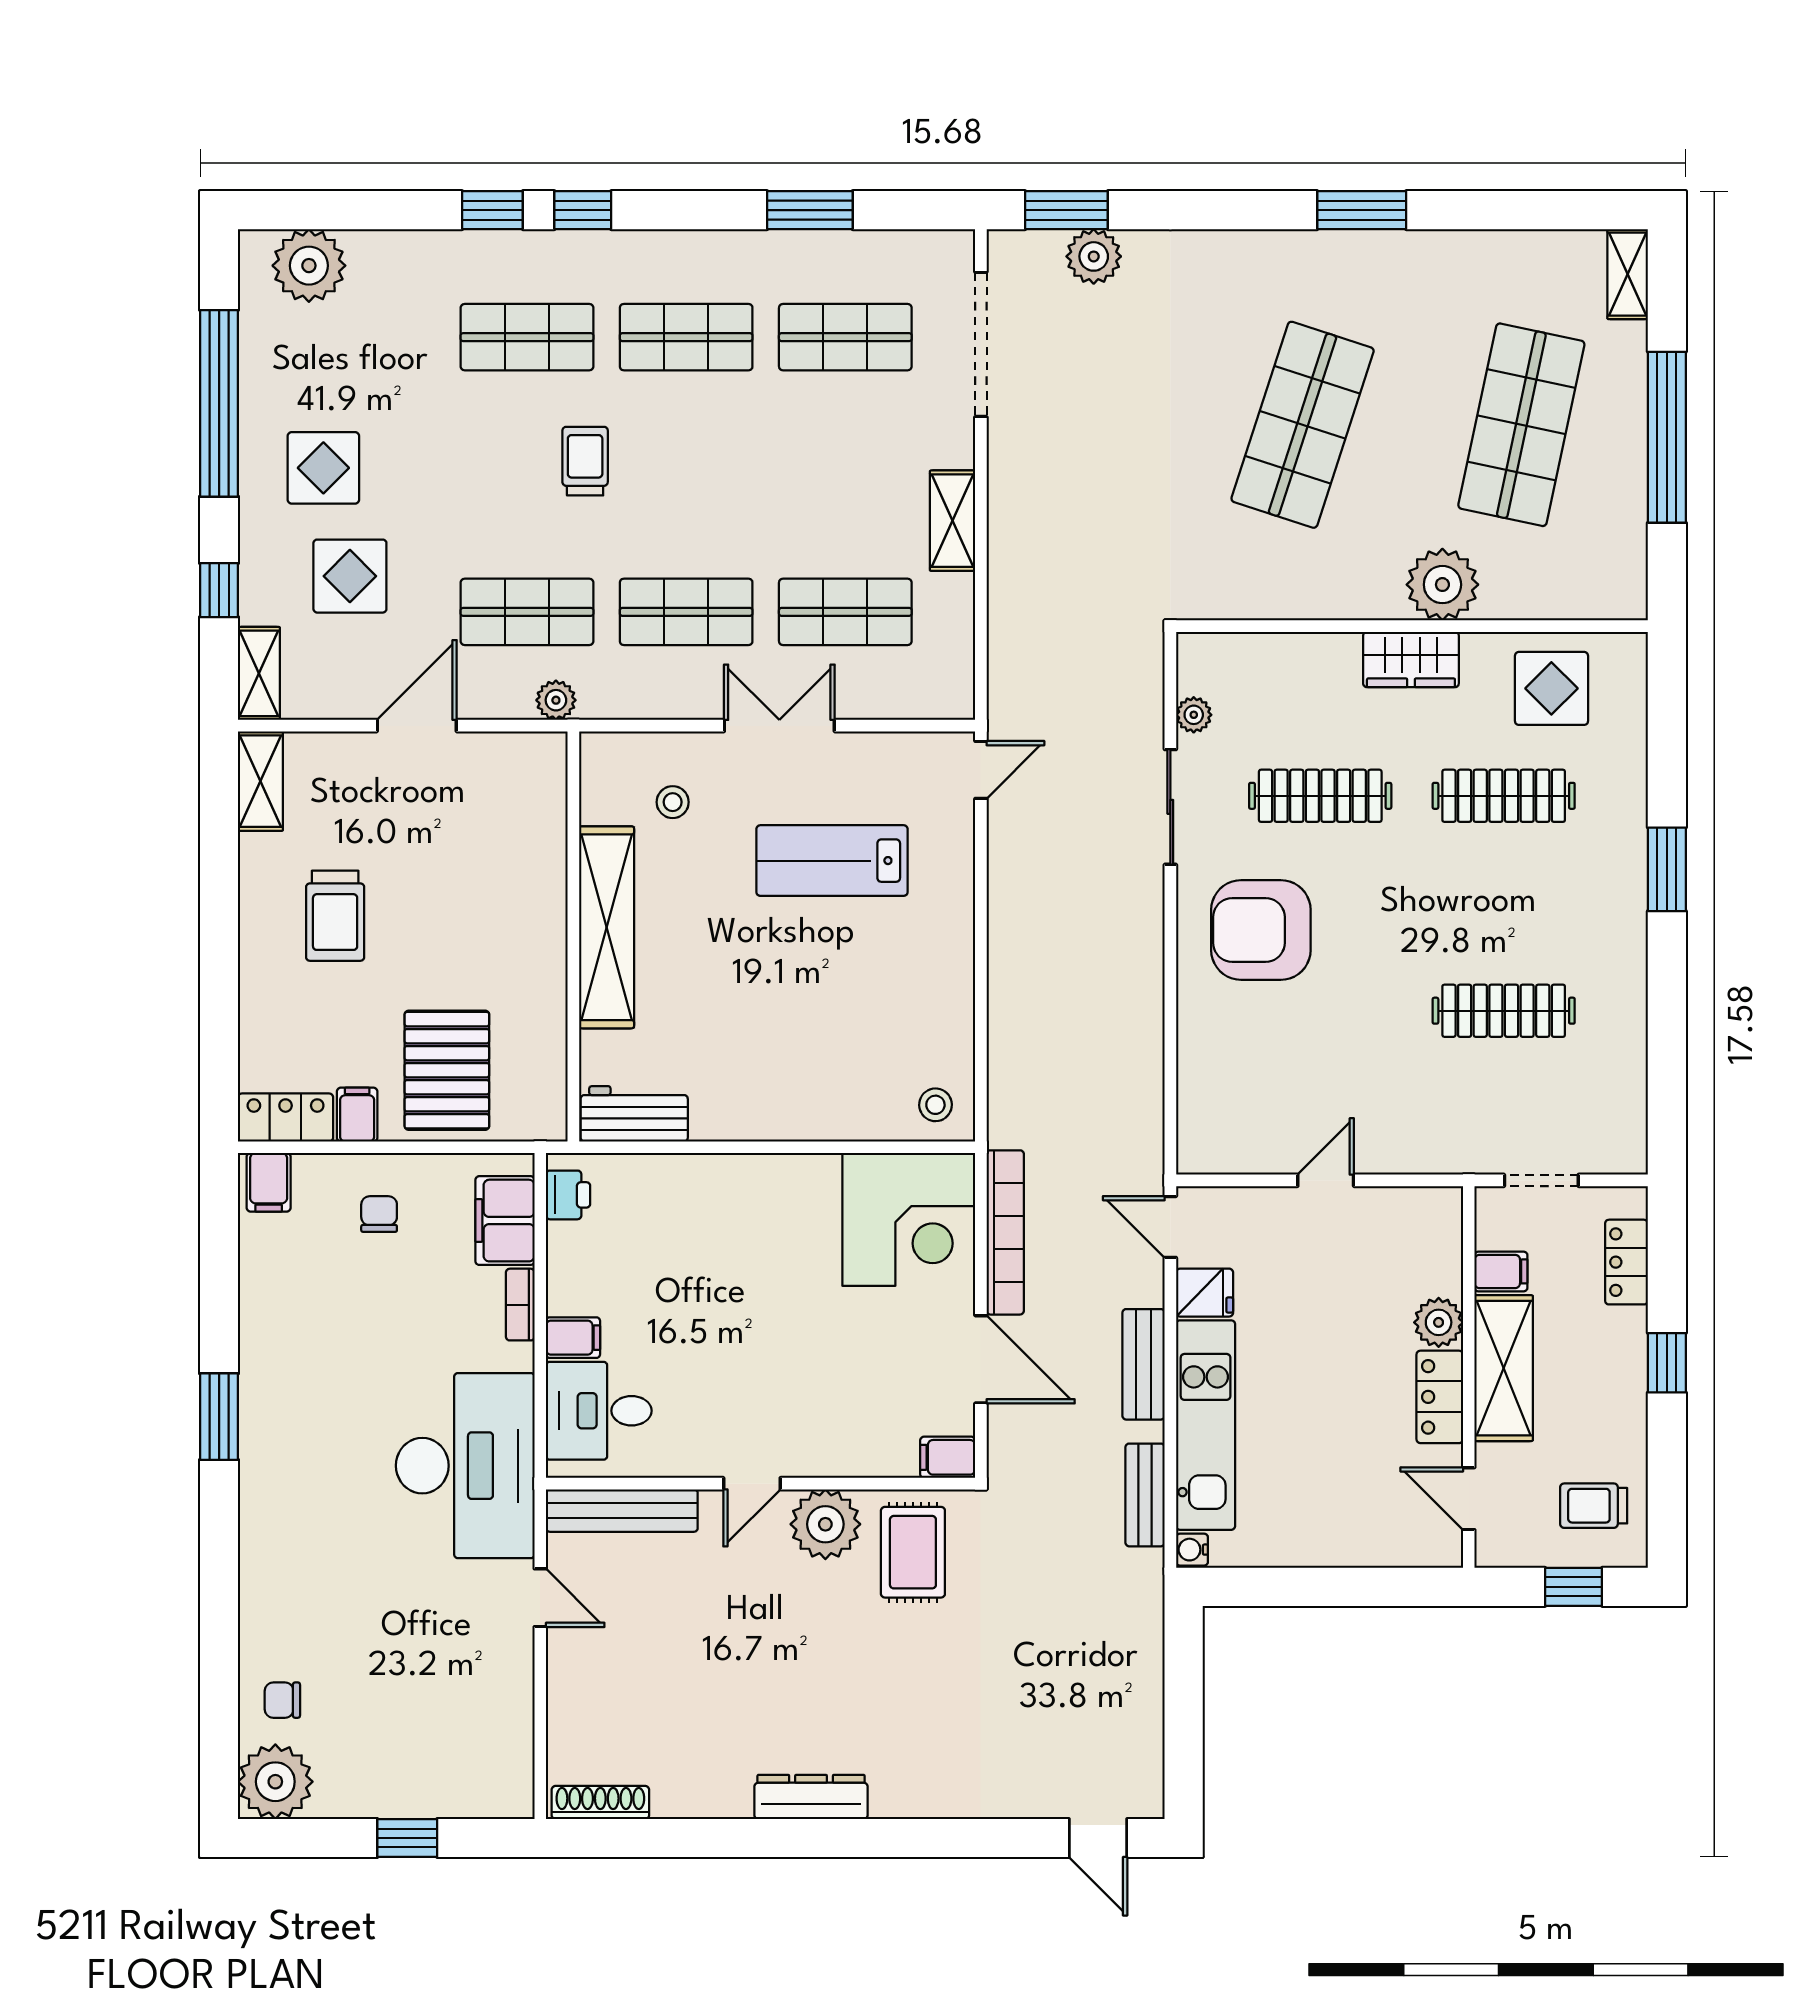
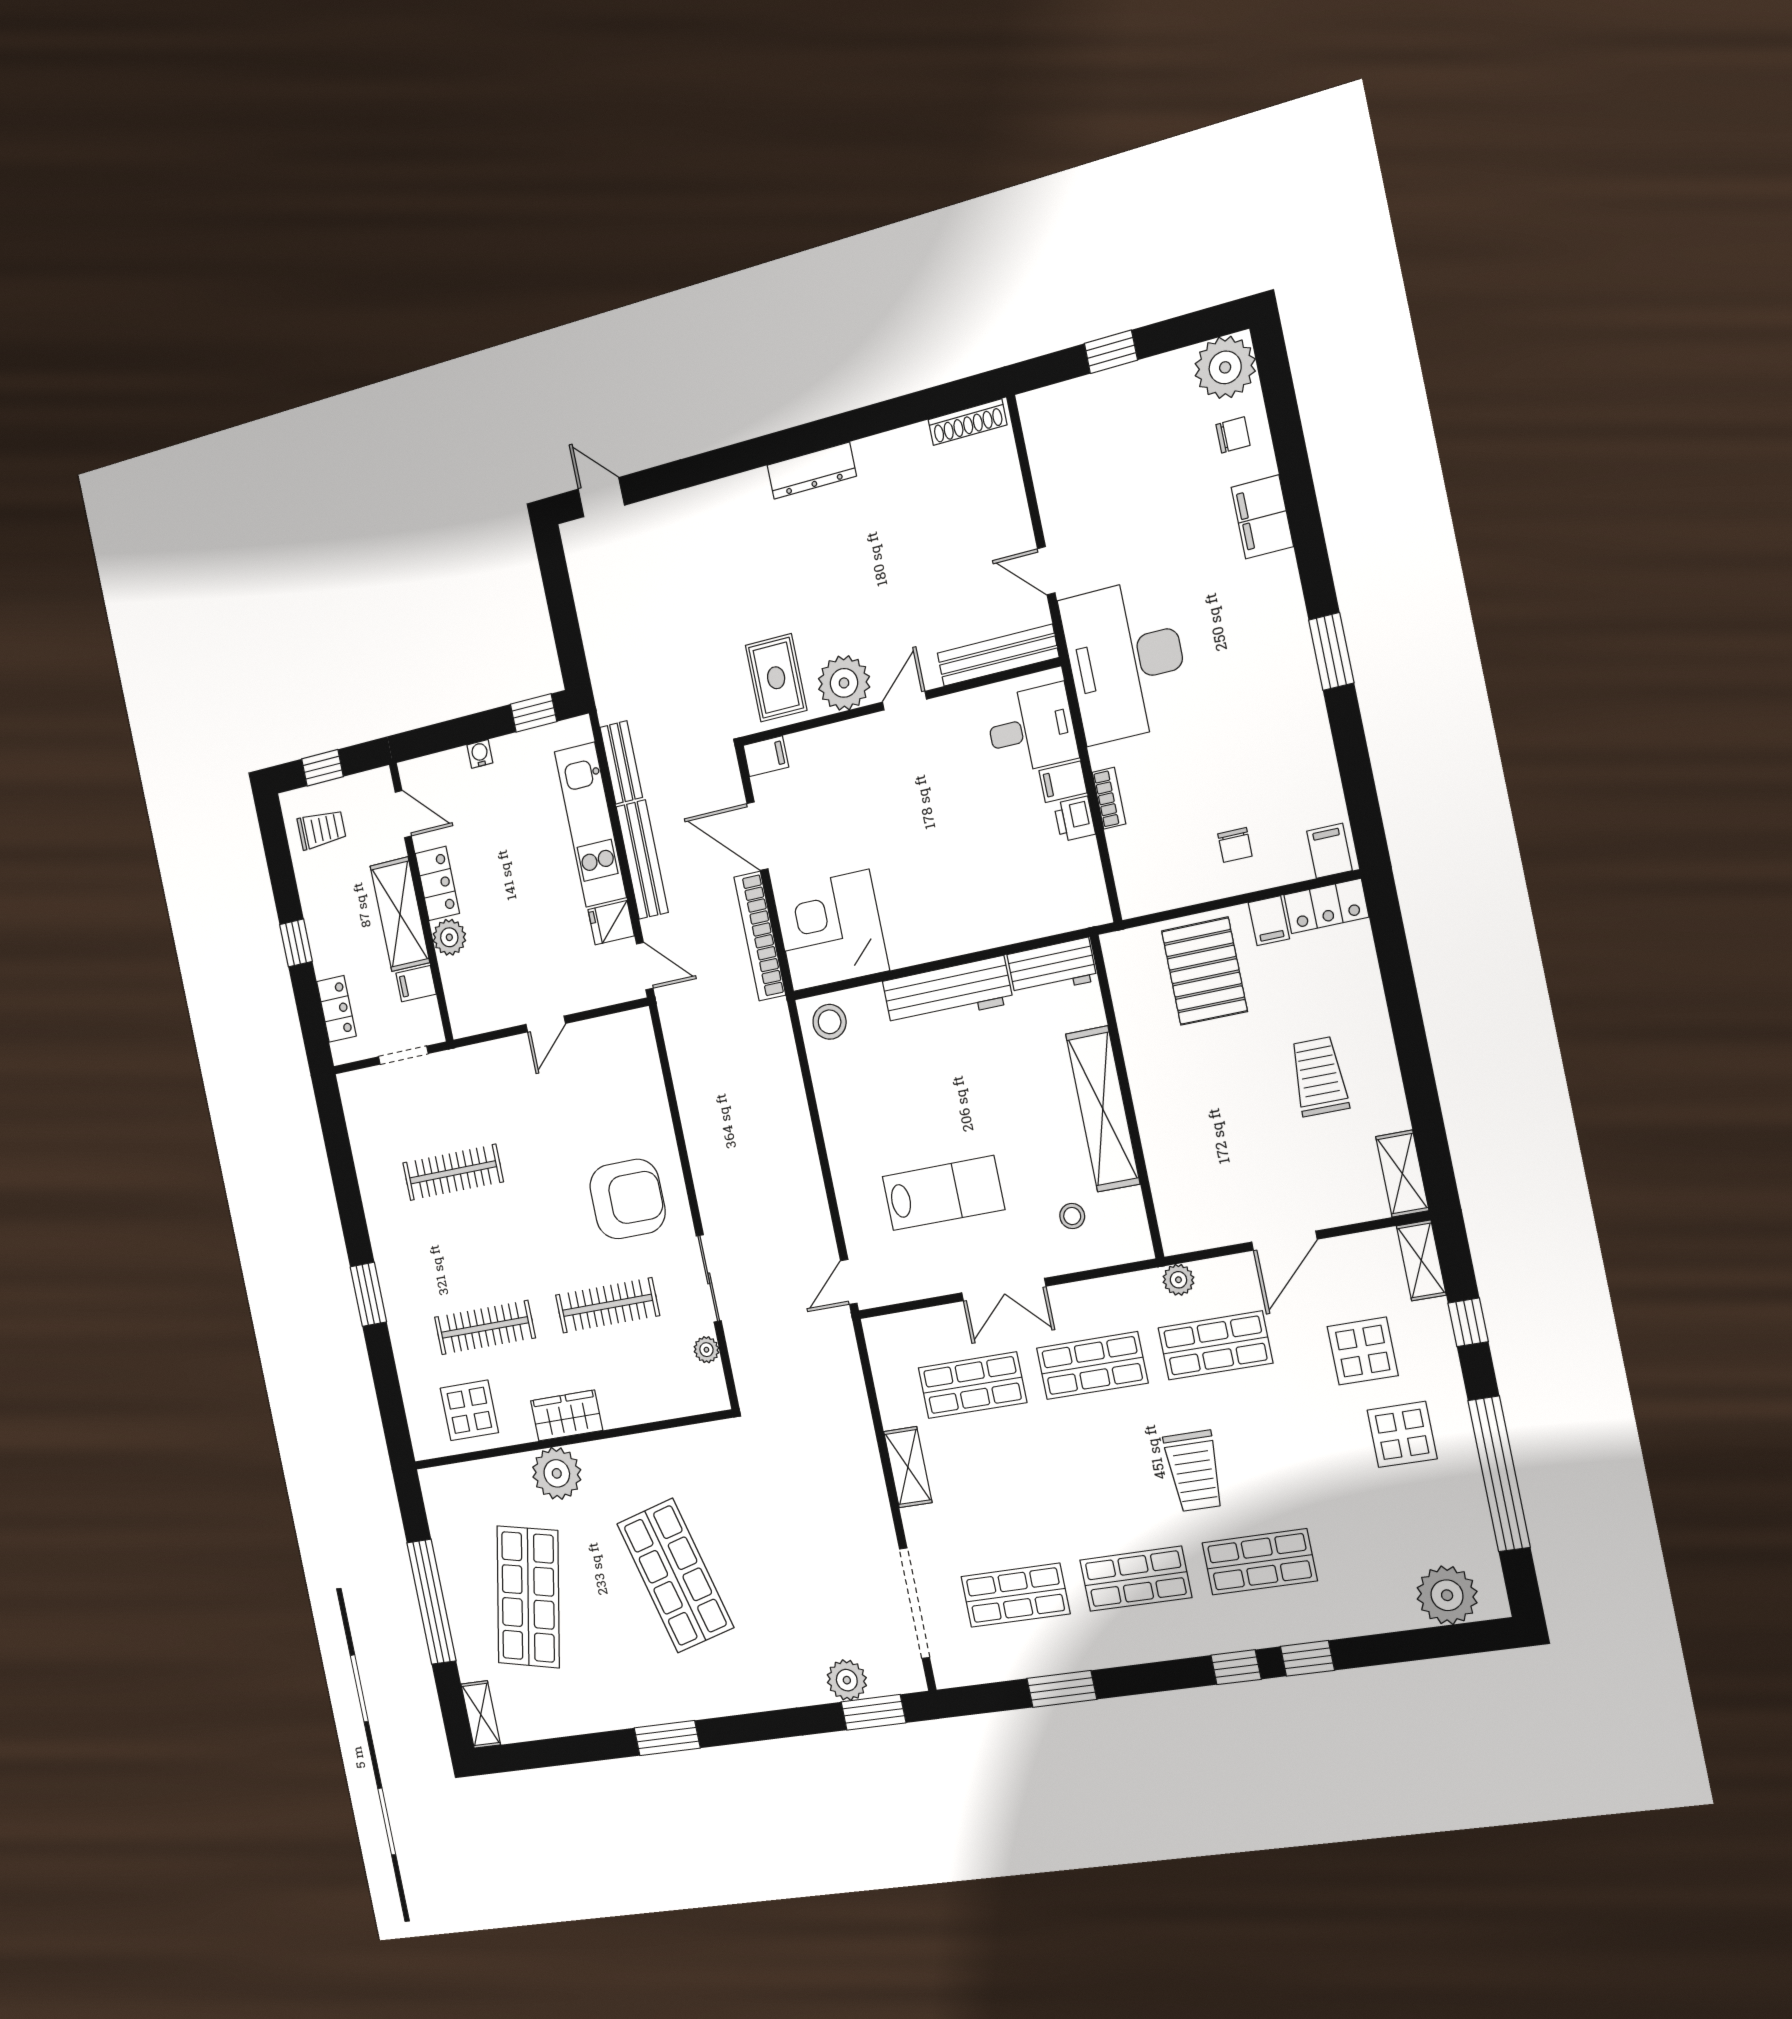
shop shelf: (1303, 425) -> (675, 1576), turned -33
trolley: (585, 461) -> (1194, 1471), width x1.36, depth x1.39
stool: (935, 1105) -> (830, 1022), width x1.37, depth x1.37
workbench: (773, 1111) -> (947, 992), added
printer: (568, 1195) -> (1074, 819), moved
filing cabinet: (505, 1221) -> (1262, 517), moved, turned 180
bench: (1144, 1364) -> (642, 860), width x1.36
water cooler: (1192, 1550) -> (480, 754), moved, turned -90
window: (1253, 1587) -> (534, 713), added

